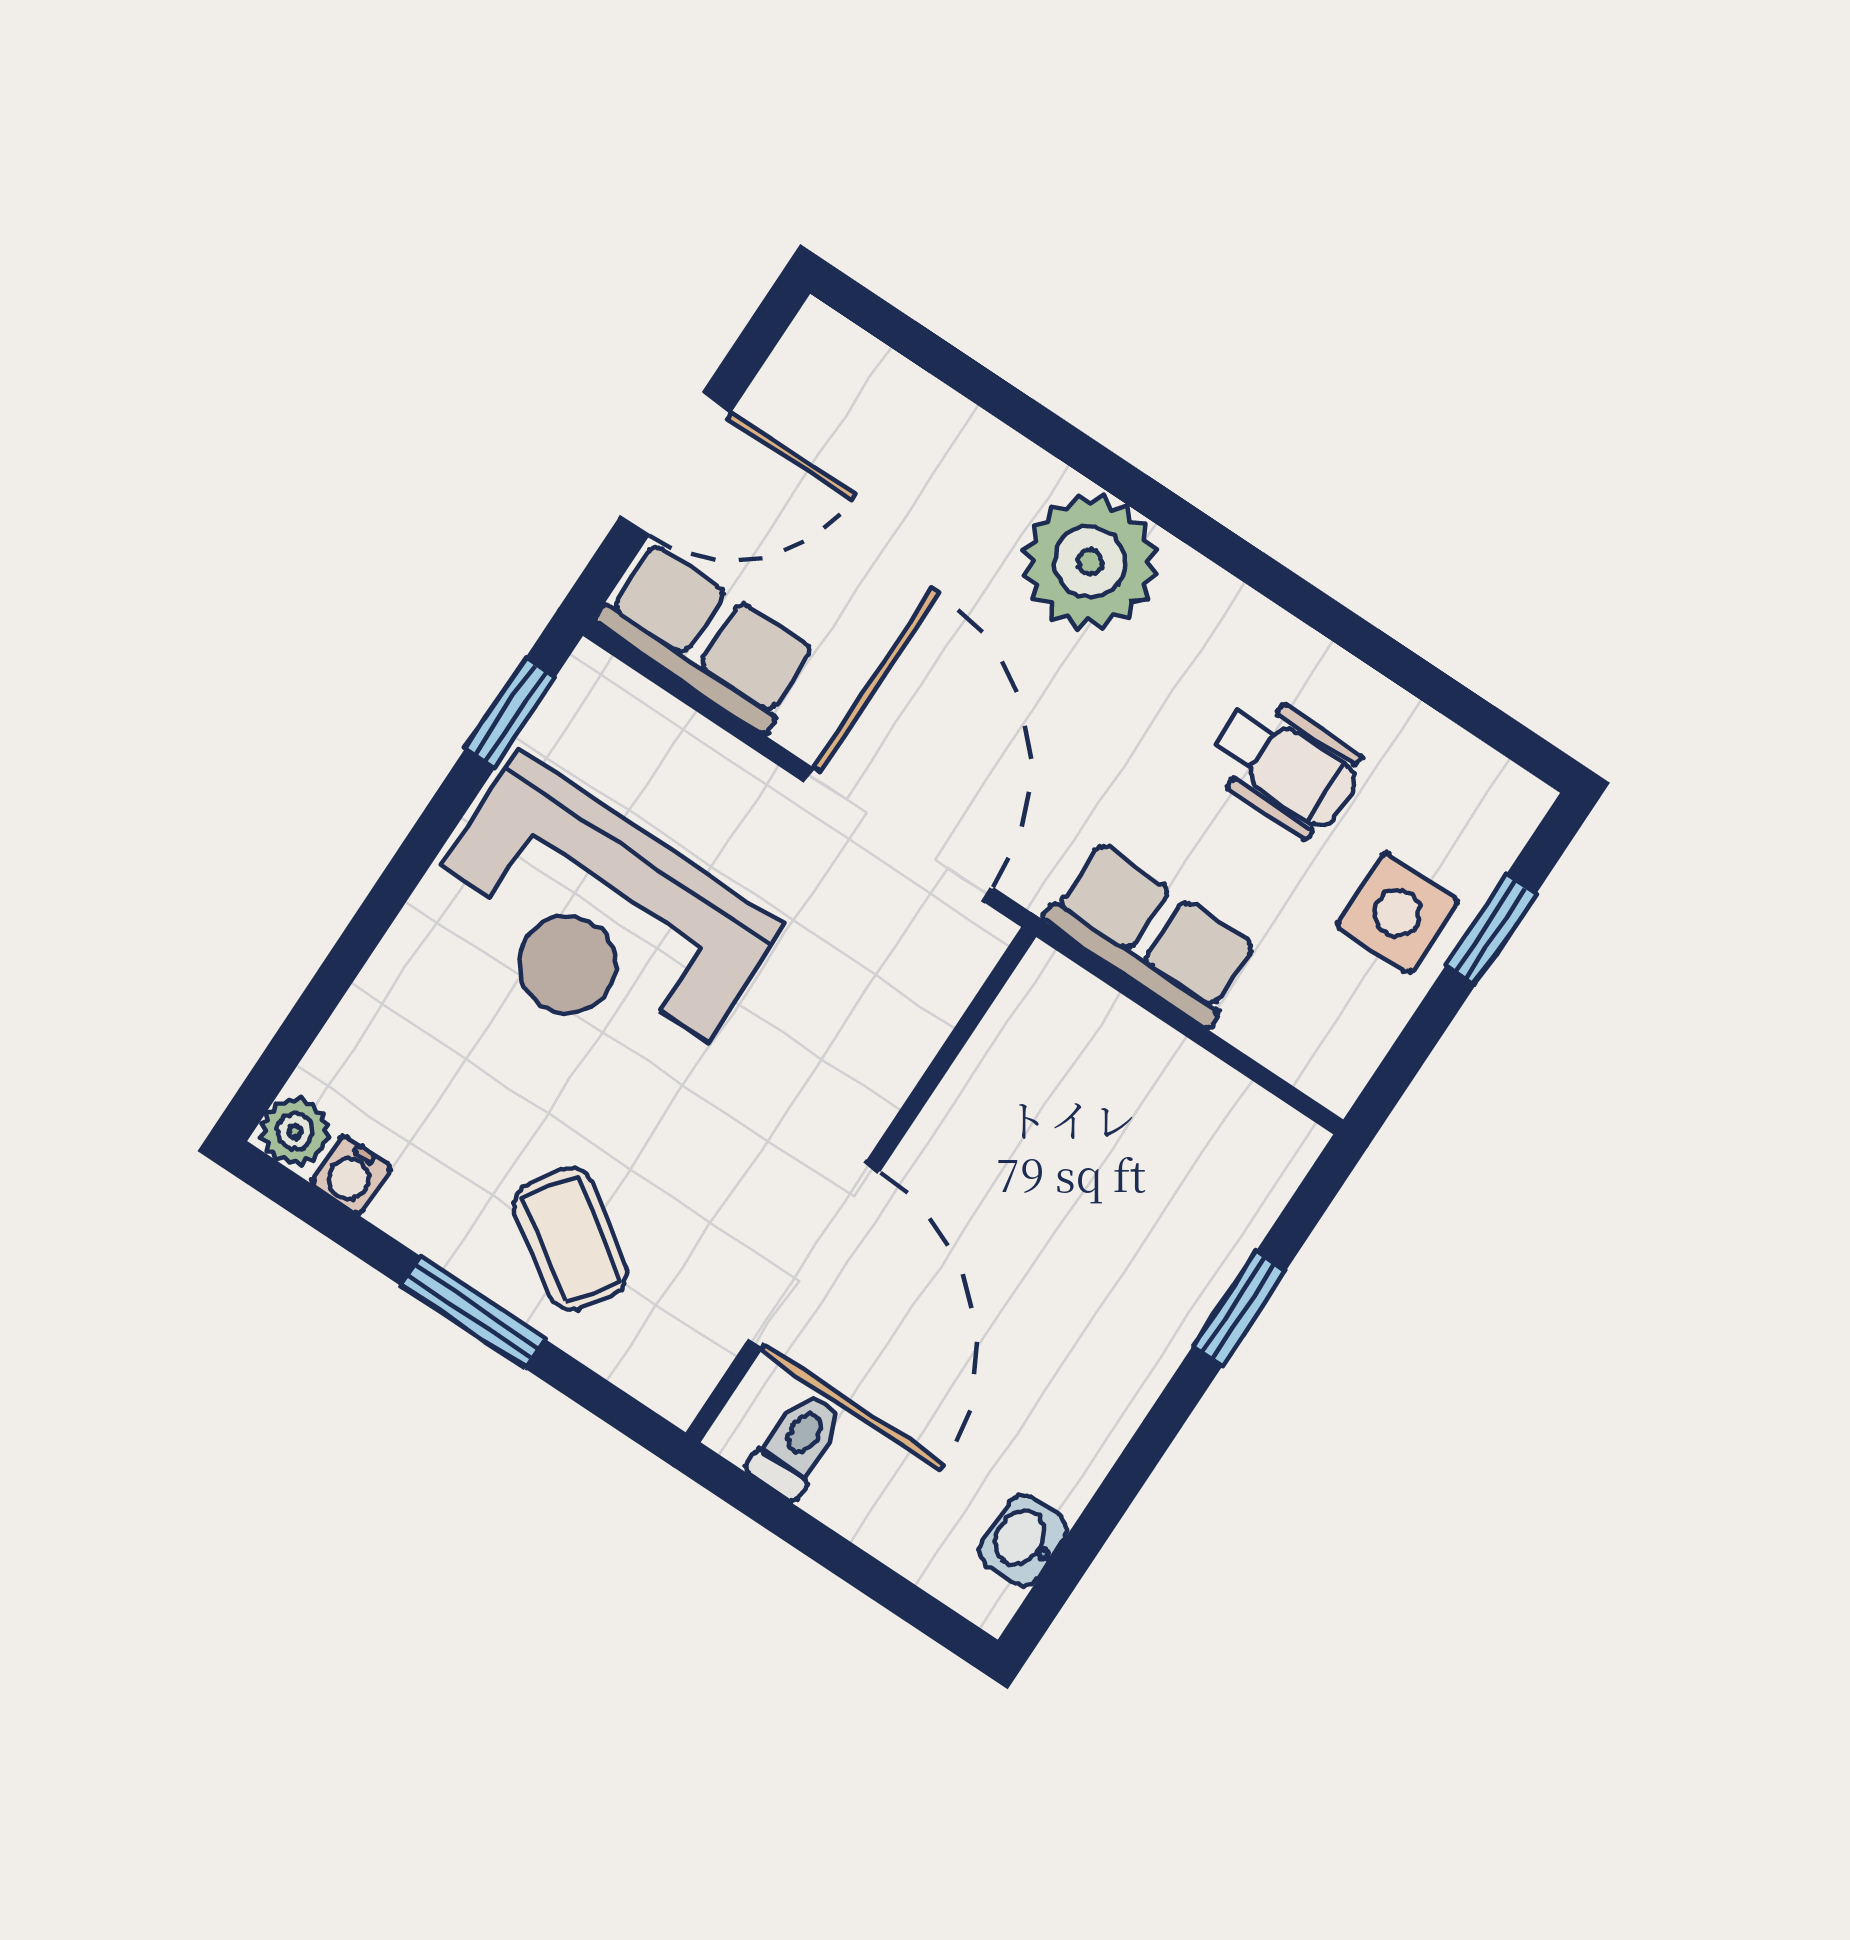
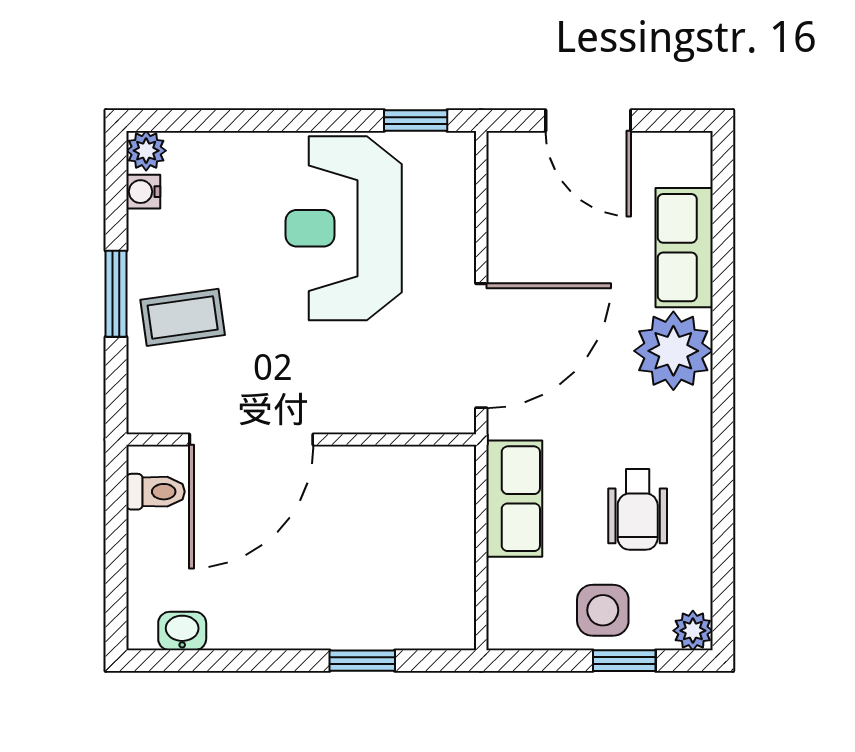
row of seats: (706, 637) -> (684, 248), moved, turned 180
plant: (1513, 802) -> (693, 631), added
coffee table: (571, 1239) -> (183, 317), turned 48

